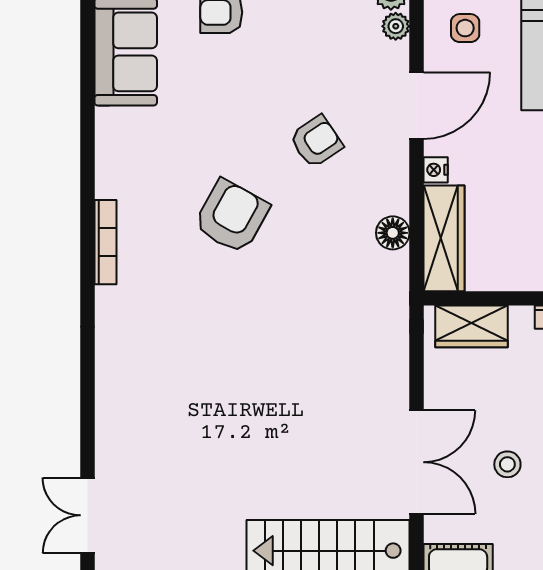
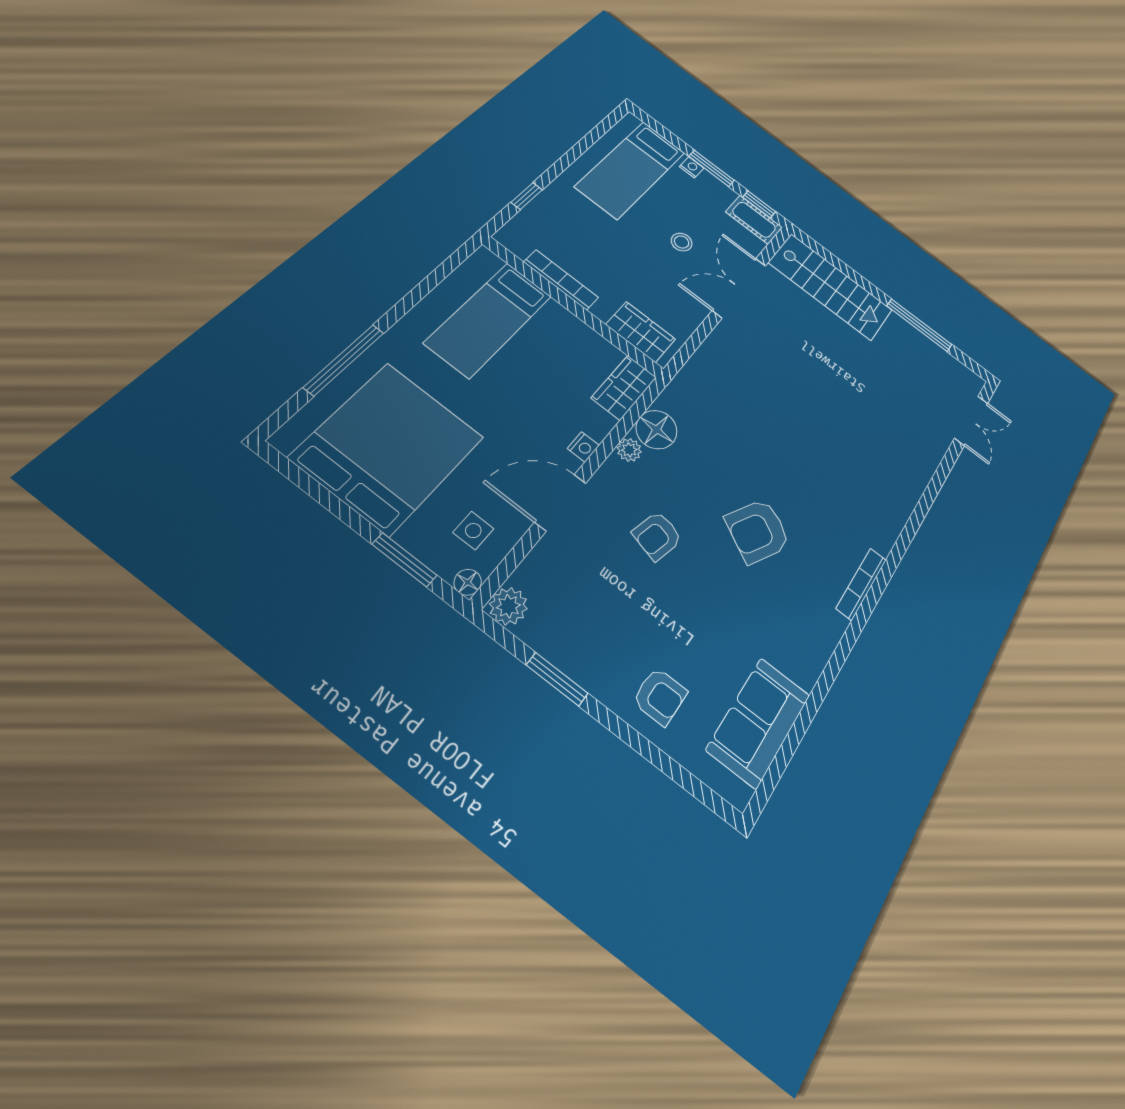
plant: (396, 26) -> (629, 450), moved
armchair: (316, 142) -> (657, 536), turned -42
floor lamp: (393, 233) -> (657, 430), width x1.38, depth x1.38
wardrobe: (444, 238) -> (624, 388), width x0.67

